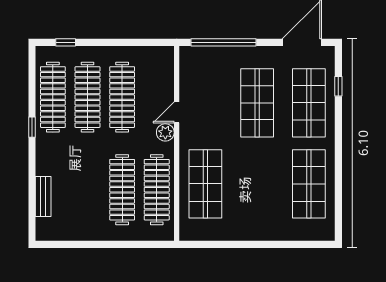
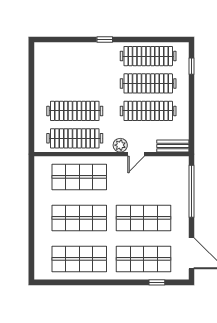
door: (177, 112) -> (136, 154), swing flipped
window: (32, 127) -> (105, 40), moved
shop shelf: (257, 184) -> (79, 218), added
bench: (43, 197) -> (173, 146), moved

